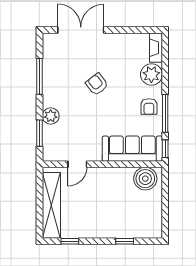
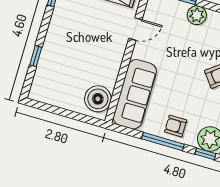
window: (165, 149) -> (205, 154), moved
door: (77, 164) -> (135, 29), swing flipped

